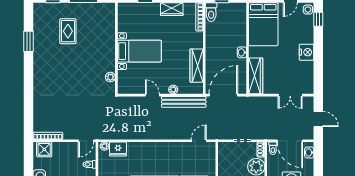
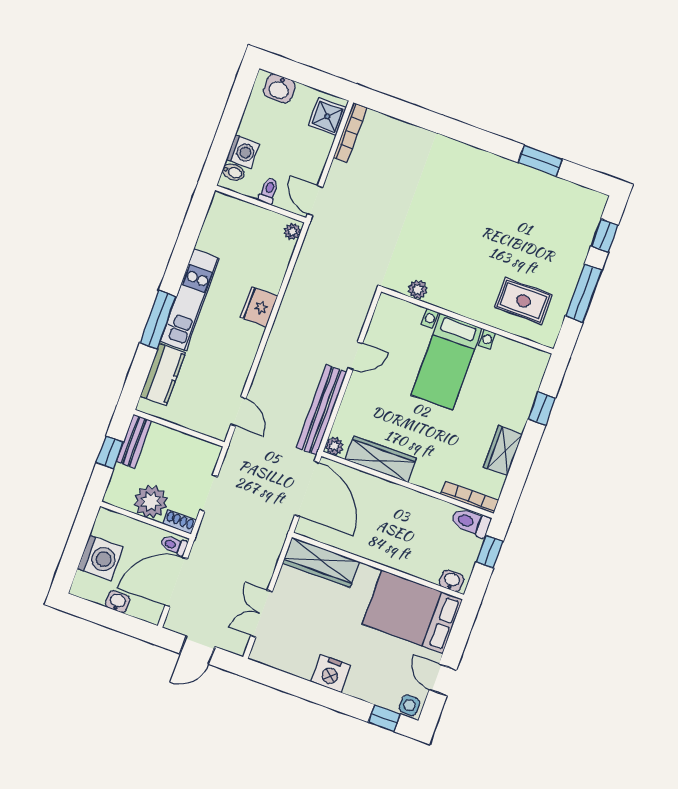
rug: (68, 31) -> (523, 301), moved
washbasin: (242, 52) -> (452, 581), moved
plant: (173, 89) -> (334, 446), moved
fridge: (118, 149) -> (259, 307), moved
washbasin: (309, 153) -> (118, 602), moved

